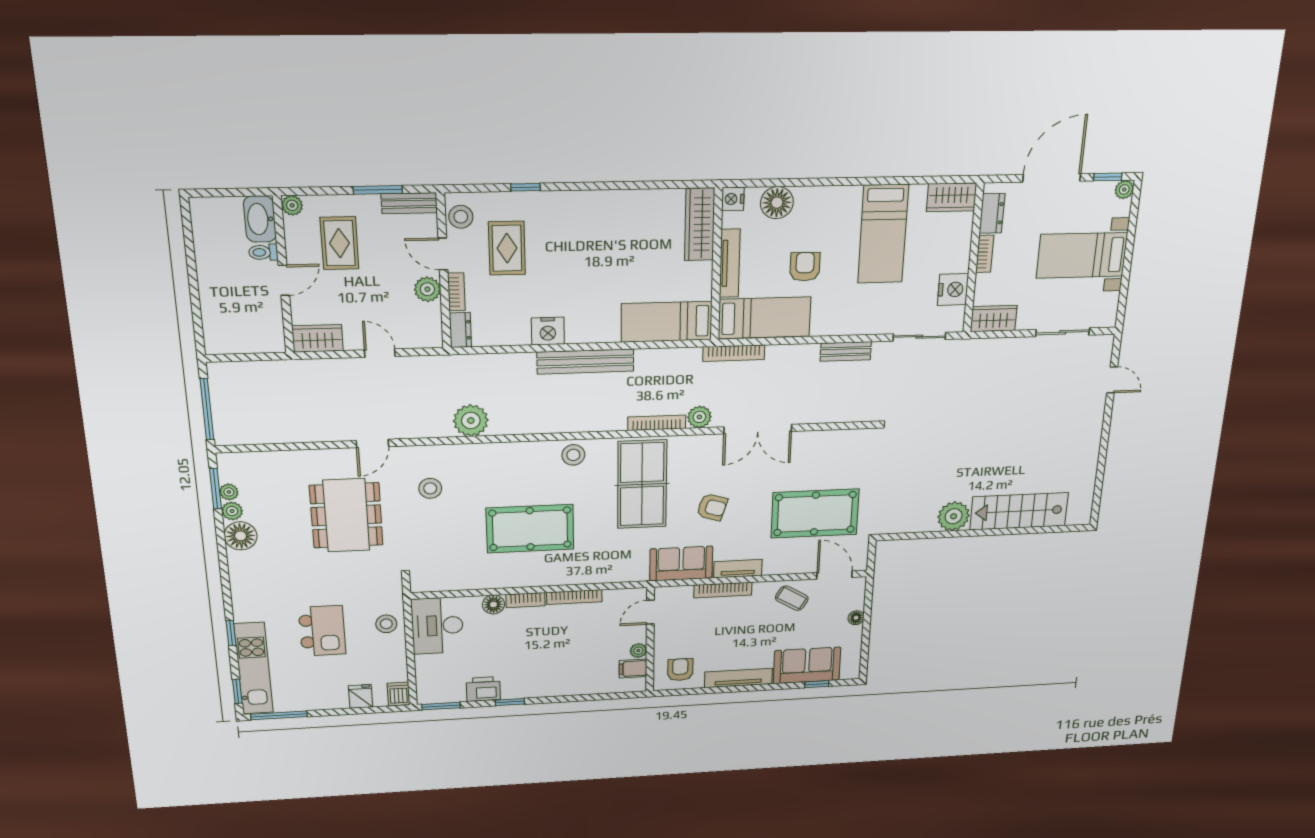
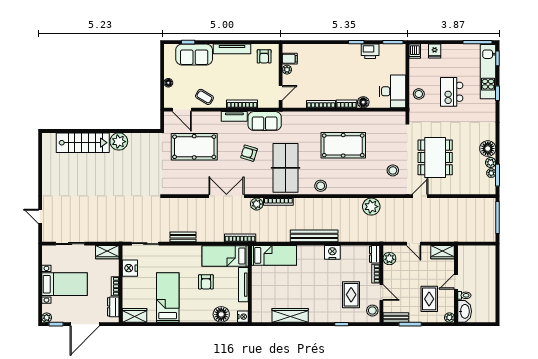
wardrobe: (700, 224) -> (290, 315), moved, turned -90
plant: (427, 289) -> (389, 259), moved

